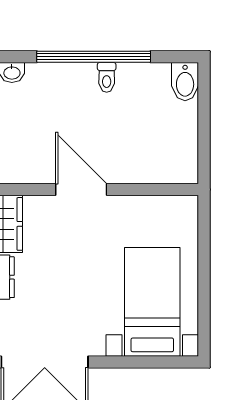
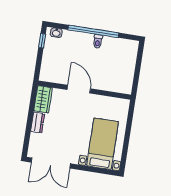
bidet: (185, 82) -> (132, 49), removed

